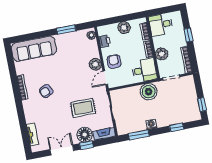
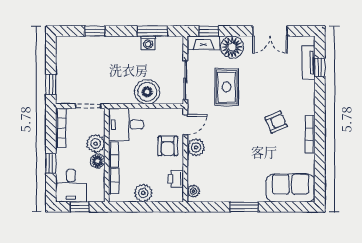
window: (164, 10) -> (80, 207), added
desk: (161, 25) -> (71, 186), moved, turned 90
window: (66, 30) -> (244, 207), moved
floor lamp: (158, 43) -> (98, 161), added
sofa: (34, 49) -> (291, 188), width x0.73
boiler: (149, 92) -> (147, 92), moved
window: (202, 105) -> (51, 84), moved
rug: (83, 108) -> (227, 87), turned 90
washing machine: (151, 124) -> (148, 43), moved
window: (25, 133) -> (320, 67), added
window: (86, 145) -> (209, 31), moved

